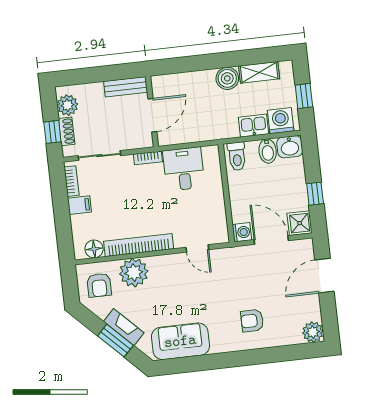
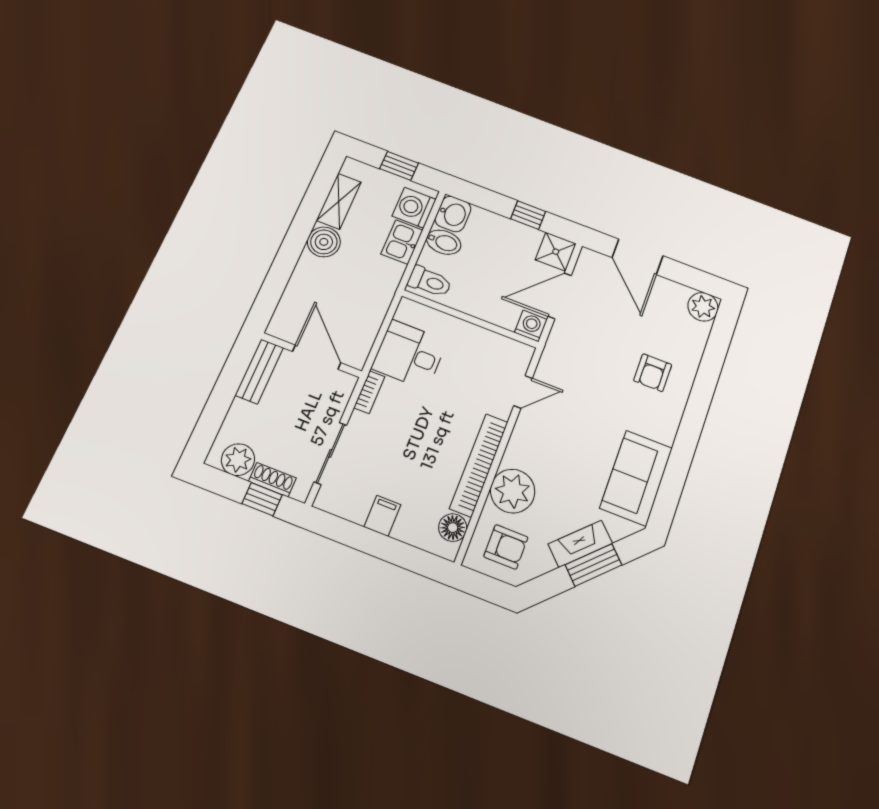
bookcase: (72, 181) -> (344, 509), removed

